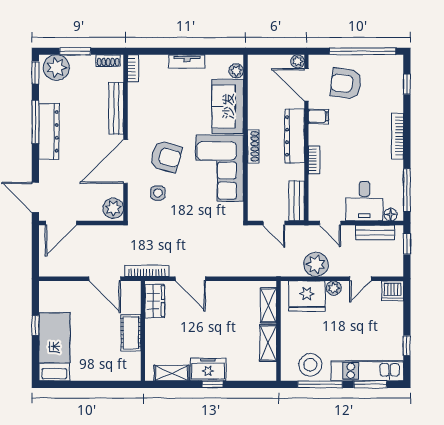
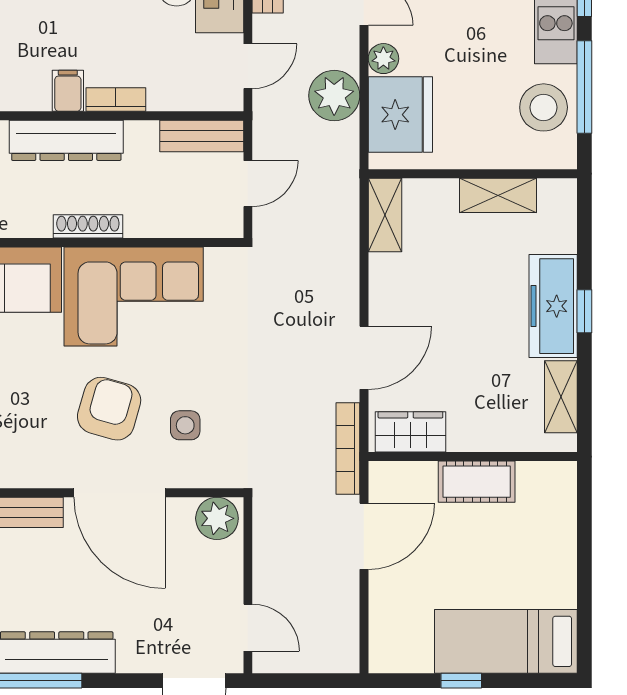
filing cabinet: (318, 116) -> (68, 91), moved
door: (61, 223) -> (248, 628), width x0.73
shelving: (268, 306) -> (385, 215), moved, turned 90
freezer: (208, 369) -> (553, 306), width x1.40

